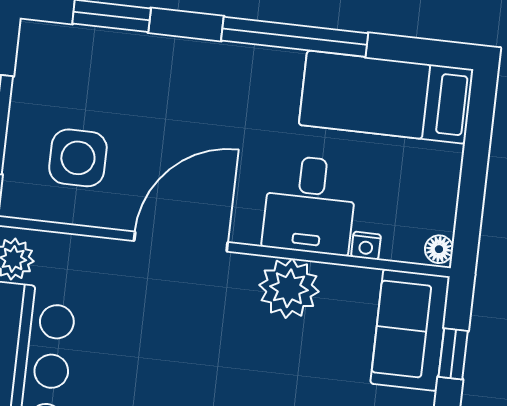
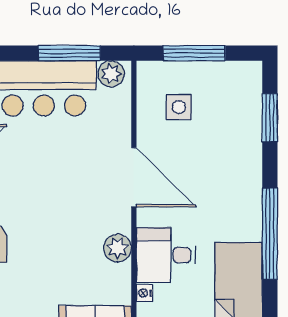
side table: (78, 158) -> (179, 107), width x0.73, depth x0.73
plant: (289, 288) -> (118, 248), width x0.73, depth x0.73

